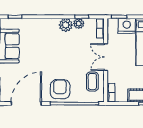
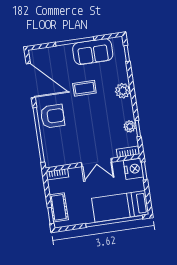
plant: (66, 25) -> (123, 91), moved
nightstand: (127, 26) -> (133, 169), moved
double door: (106, 57) -> (96, 162), swing flipped
coffee table: (92, 82) -> (84, 88), moved

